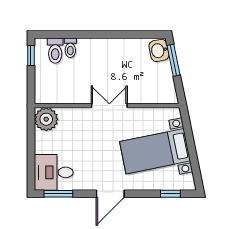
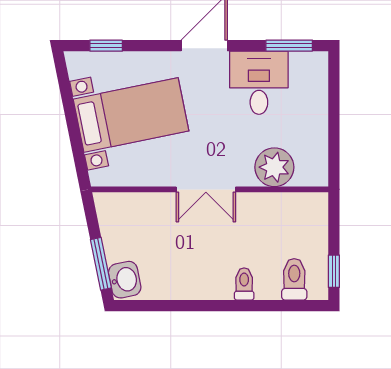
toilet: (70, 48) -> (244, 284), moved
plant: (46, 119) -> (274, 167), moved
desk: (54, 172) -> (259, 83), moved, turned -90

